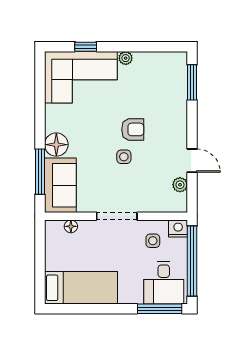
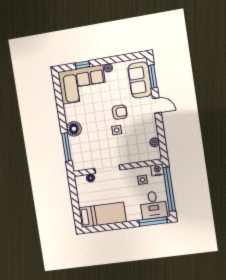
door: (192, 161) -> (157, 105), moved
sofa: (60, 185) -> (140, 80), moved, turned 180
doorway: (117, 216) -> (107, 169), moved

